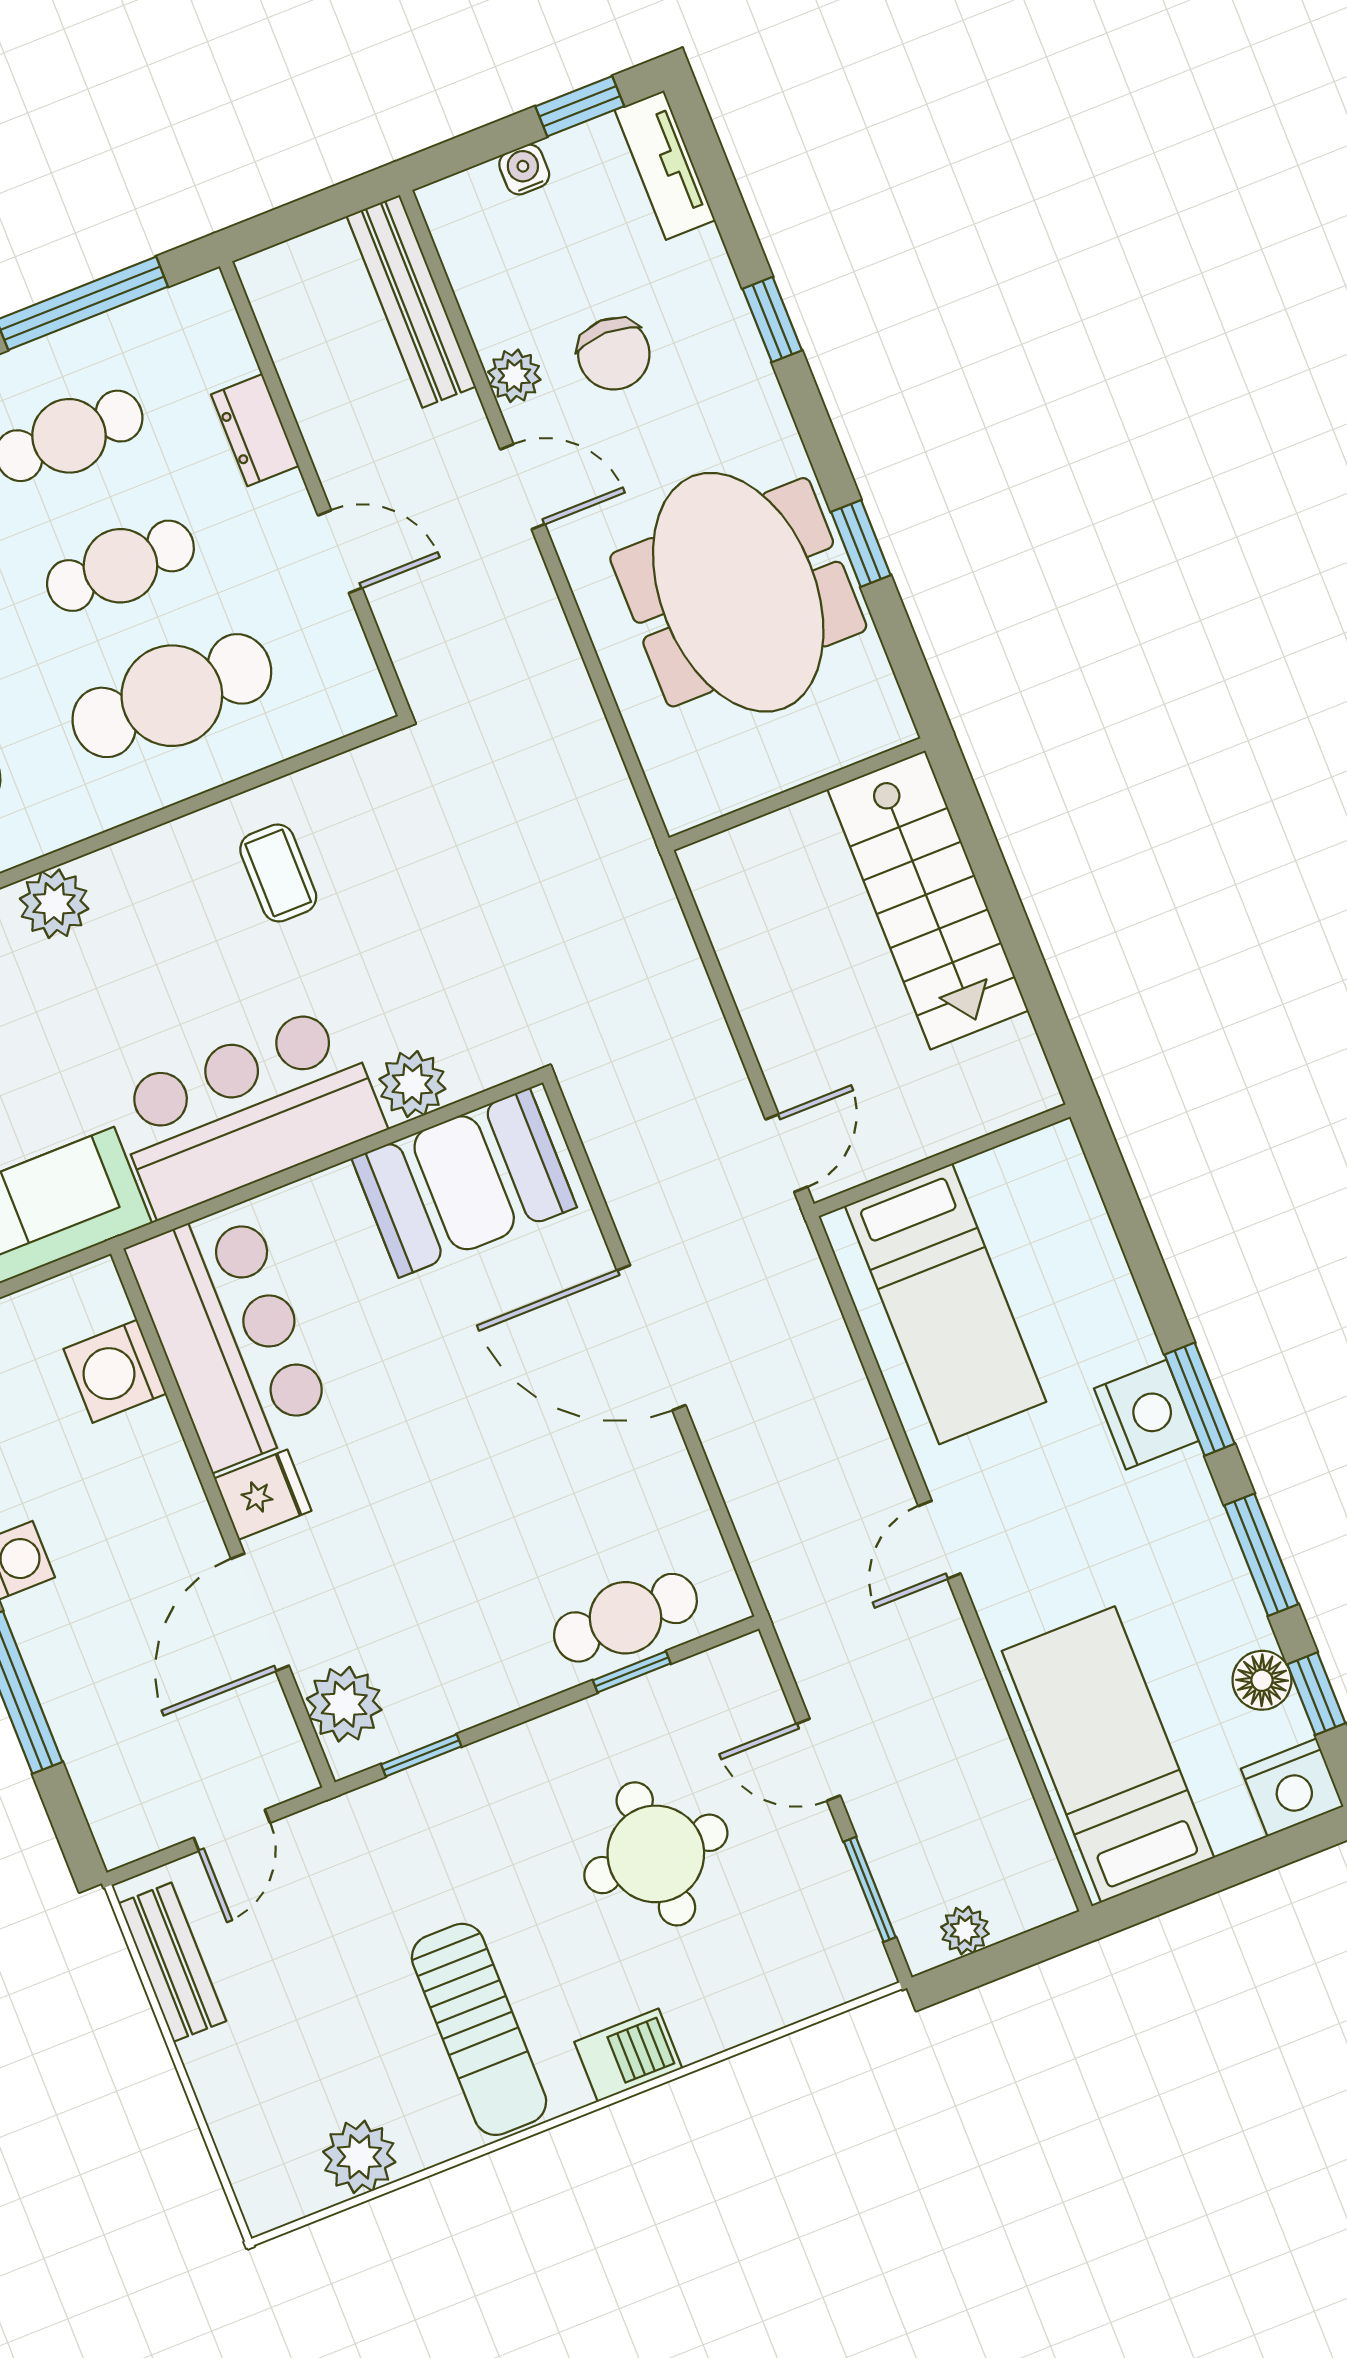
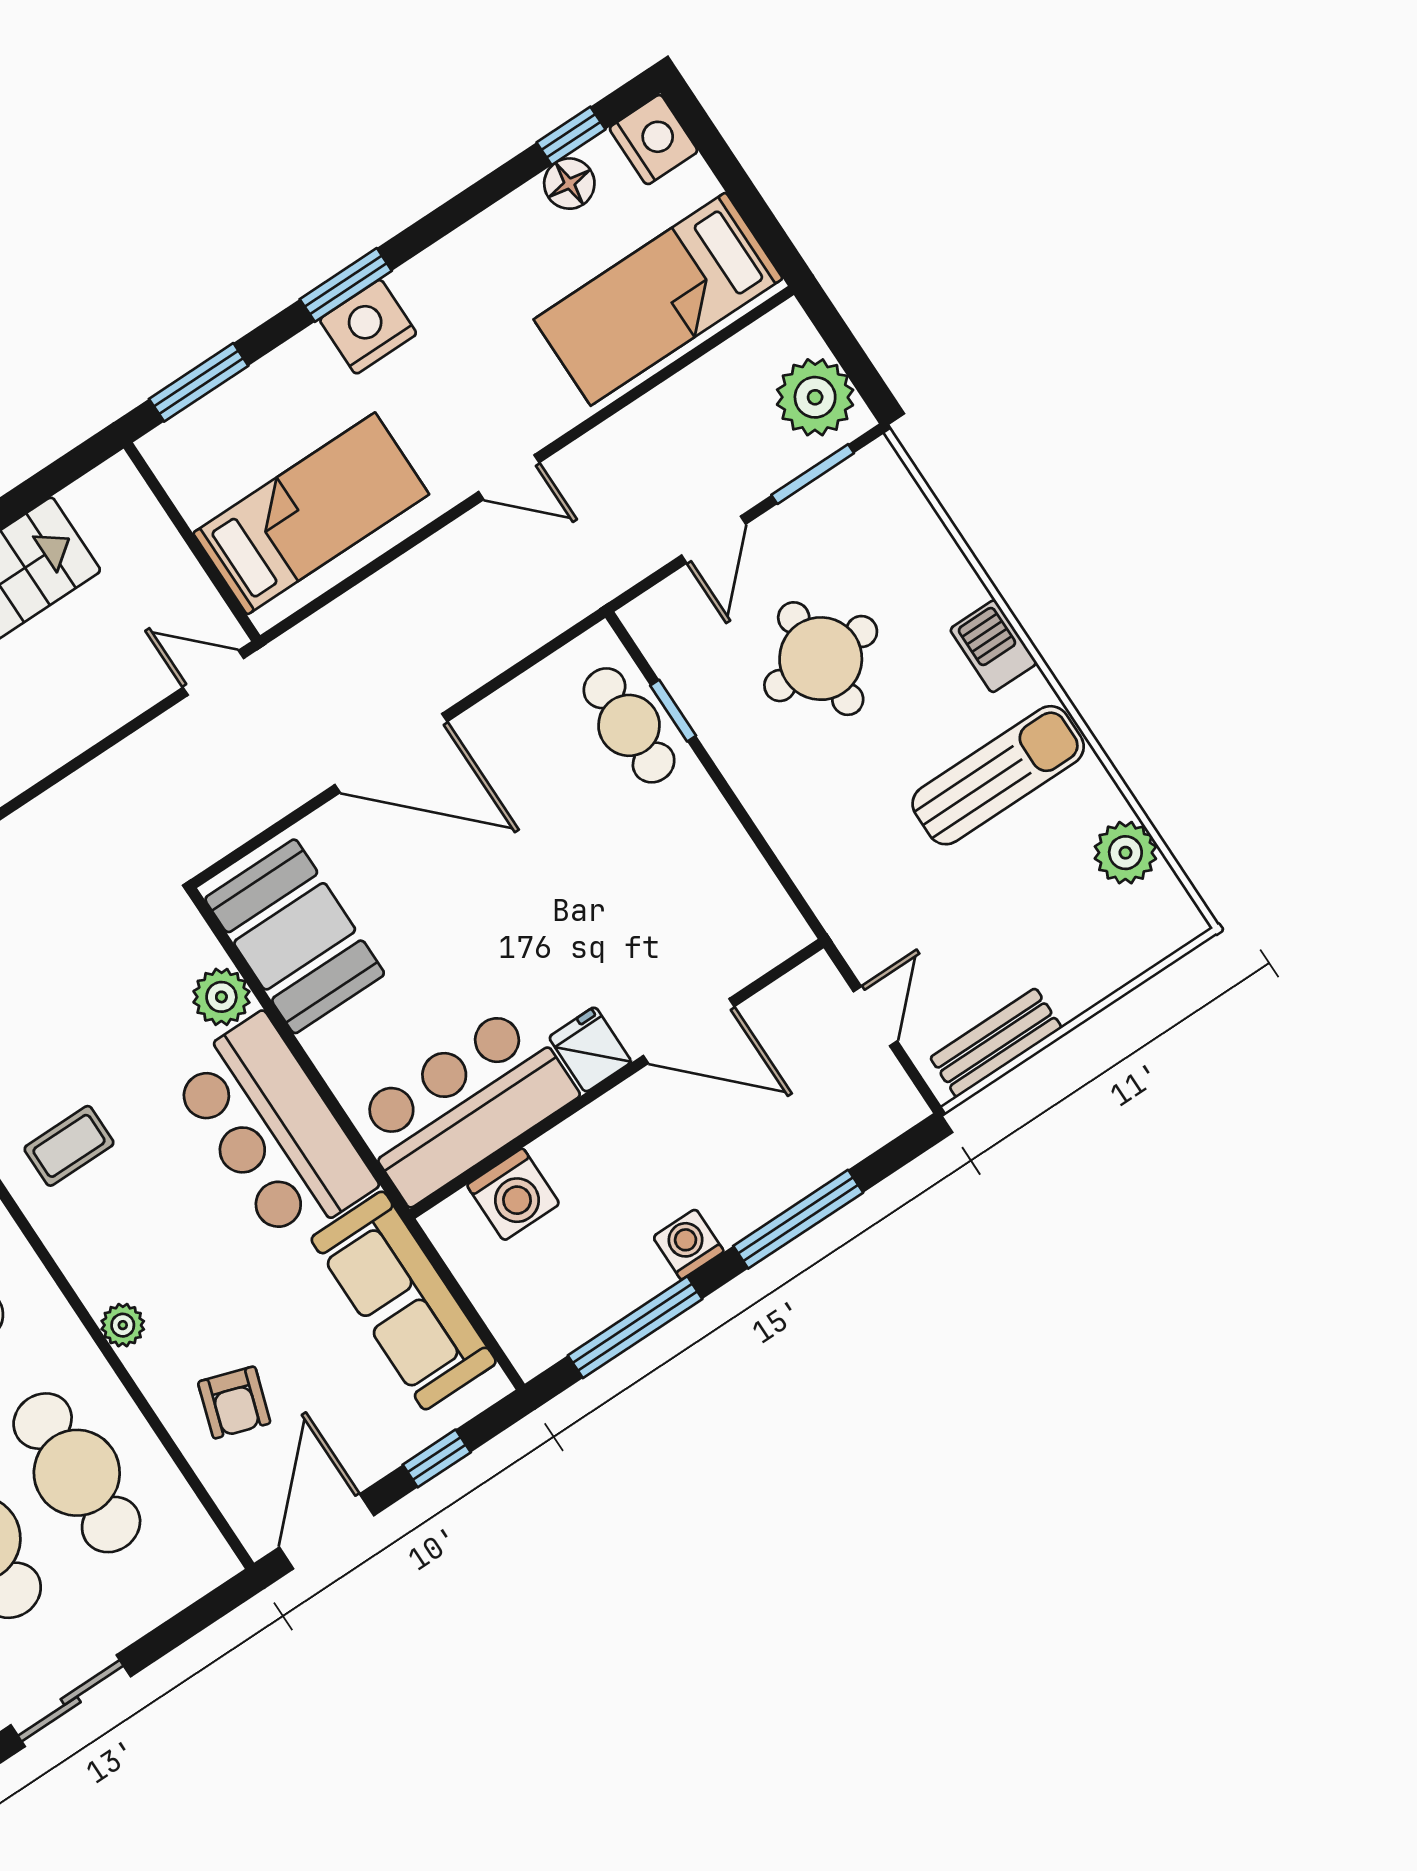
plant: (54, 904) -> (123, 1325), width x0.73, depth x0.73
door: (651, 1338) -> (391, 753), hinge flipped
window: (1261, 1555) -> (199, 382), moved
plant: (344, 1704) -> (751, 945), removed
window: (421, 1755) -> (780, 872), removed
door: (232, 1830) -> (875, 1016), hinge flipped
plant: (965, 1930) -> (815, 397), width x1.88, depth x1.88

